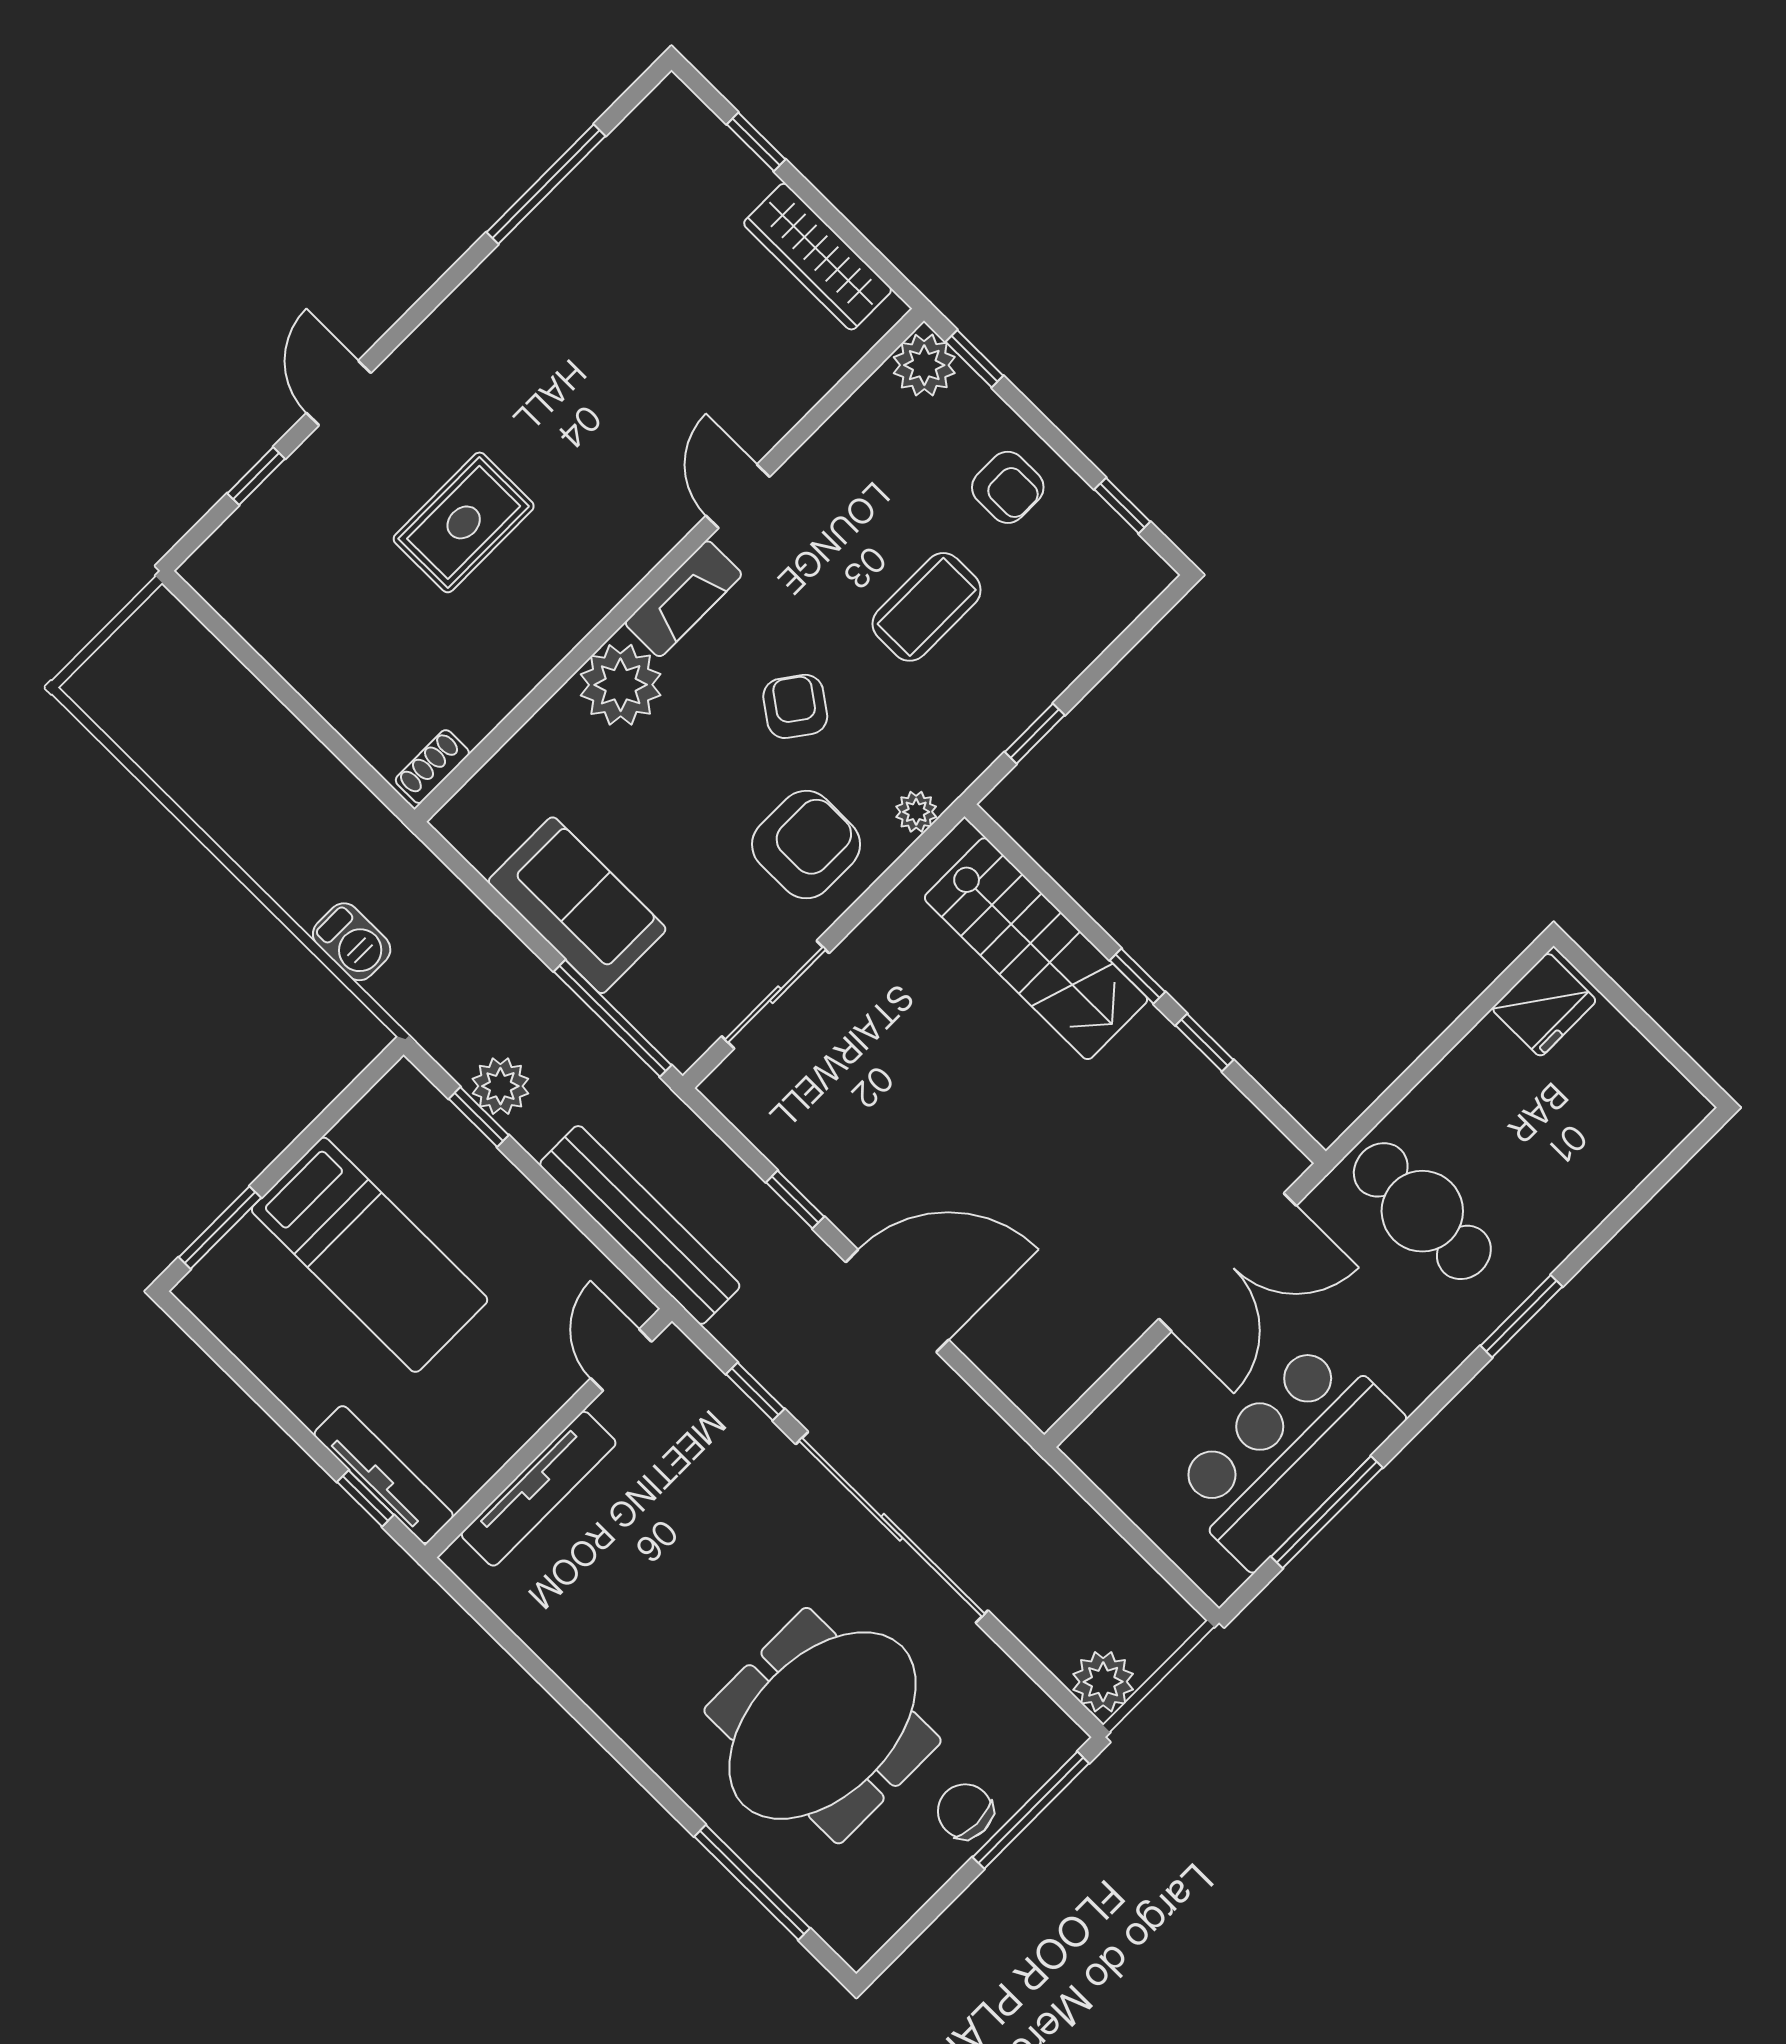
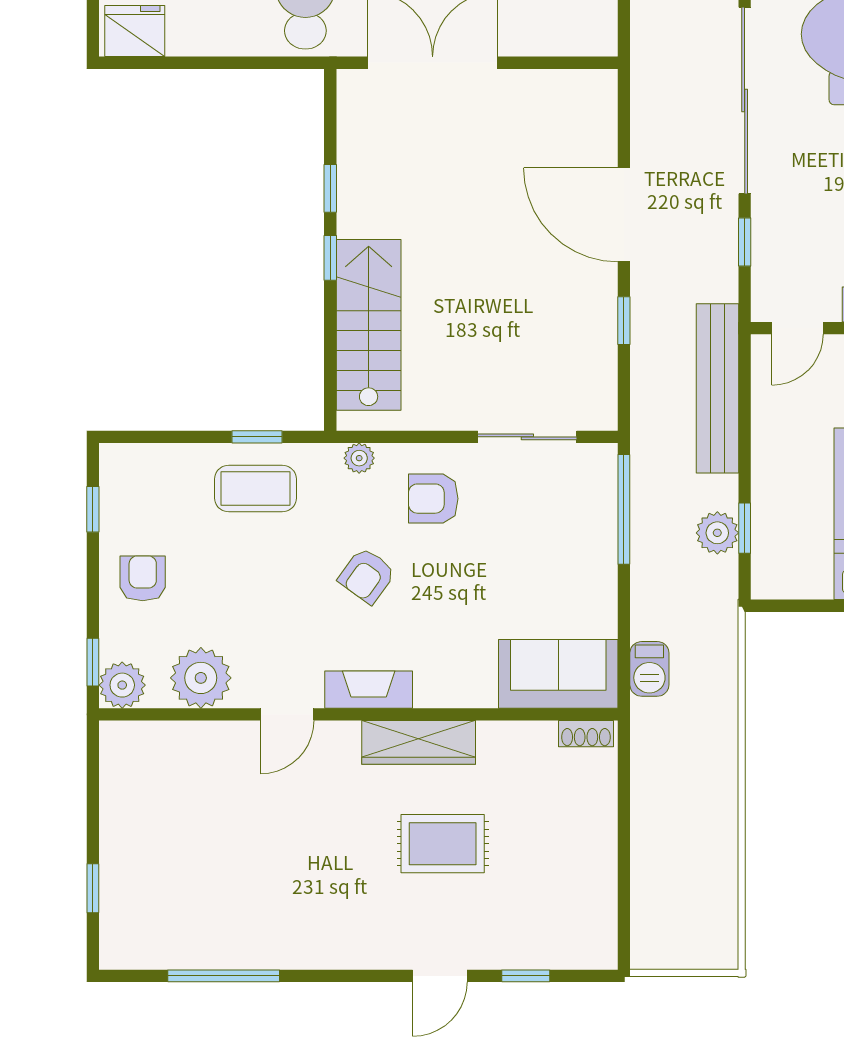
wardrobe: (818, 257) -> (419, 742), moved, turned 90
coffee table: (927, 607) -> (255, 489), moved
plant: (621, 685) -> (201, 678), moved
armchair: (806, 845) -> (433, 499), width x0.72, depth x0.72
sofa: (577, 905) -> (558, 674), moved, turned 90
barbecue: (352, 942) -> (649, 669), moved, turned 180

